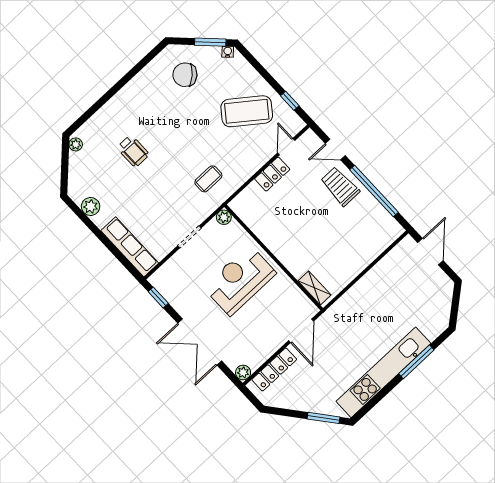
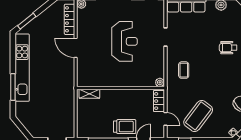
plant: (224, 217) -> (160, 82), moved
wall: (274, 257) -> (121, 88), moved
shelving: (315, 288) -> (89, 94), moved

